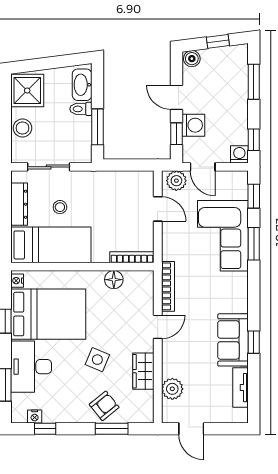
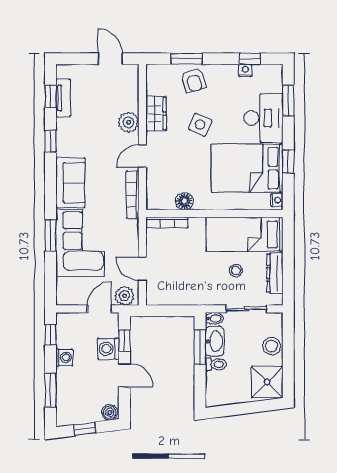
washbasin: (82, 85) -> (215, 341), moved
washing machine: (239, 154) -> (64, 357), moved, turned -90
bidet: (83, 157) -> (214, 318), added
door: (203, 167) -> (99, 309), hinge flipped
window: (254, 196) -> (51, 96), moved
sofa: (233, 340) -> (71, 183), moved
plant: (172, 389) -> (128, 122), moved
armchair: (104, 406) -> (194, 81), turned -69
nightstand: (35, 416) -> (245, 70), moved

